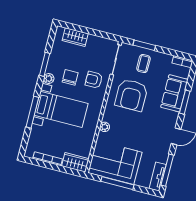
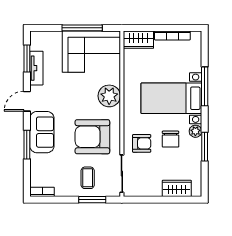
sofa: (174, 93) -> (42, 132), moved
armchair: (131, 95) -> (92, 137), turned -90
plant: (105, 127) -> (109, 96), width x1.87, depth x1.87
window: (167, 170) -> (27, 58), width x0.69
tv unit: (158, 177) -> (36, 68), moved

